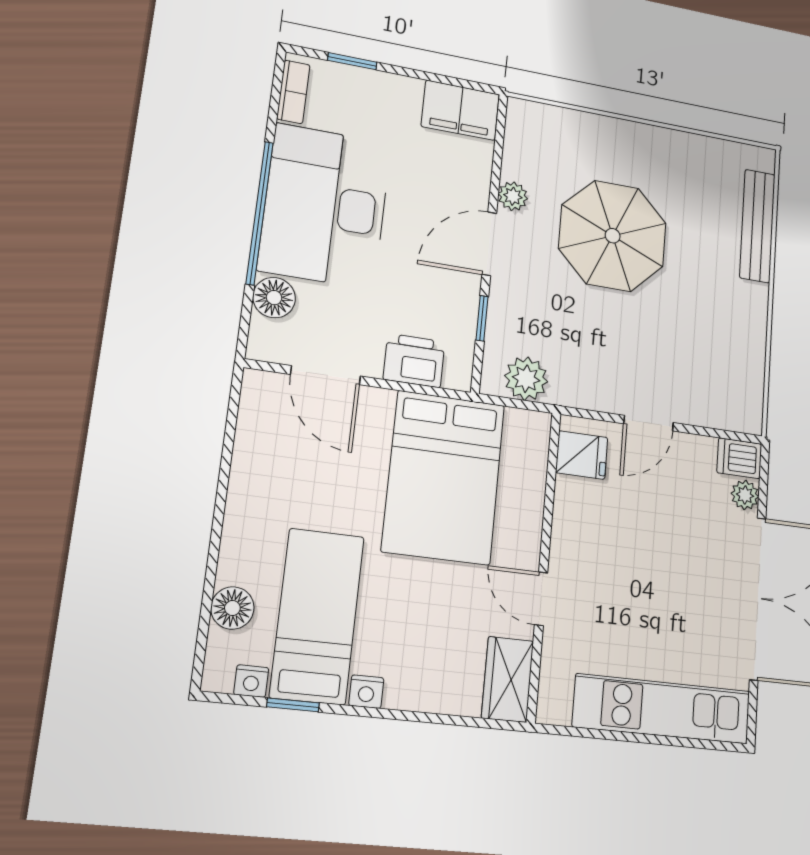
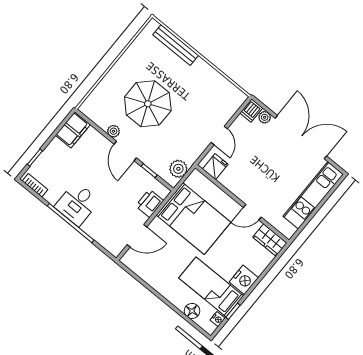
desk: (325, 206) -> (77, 204), width x0.53, depth x0.77
floor lamp: (274, 298) -> (102, 236), removed
nightstand: (366, 692) -> (244, 280), width x1.89, depth x1.79

